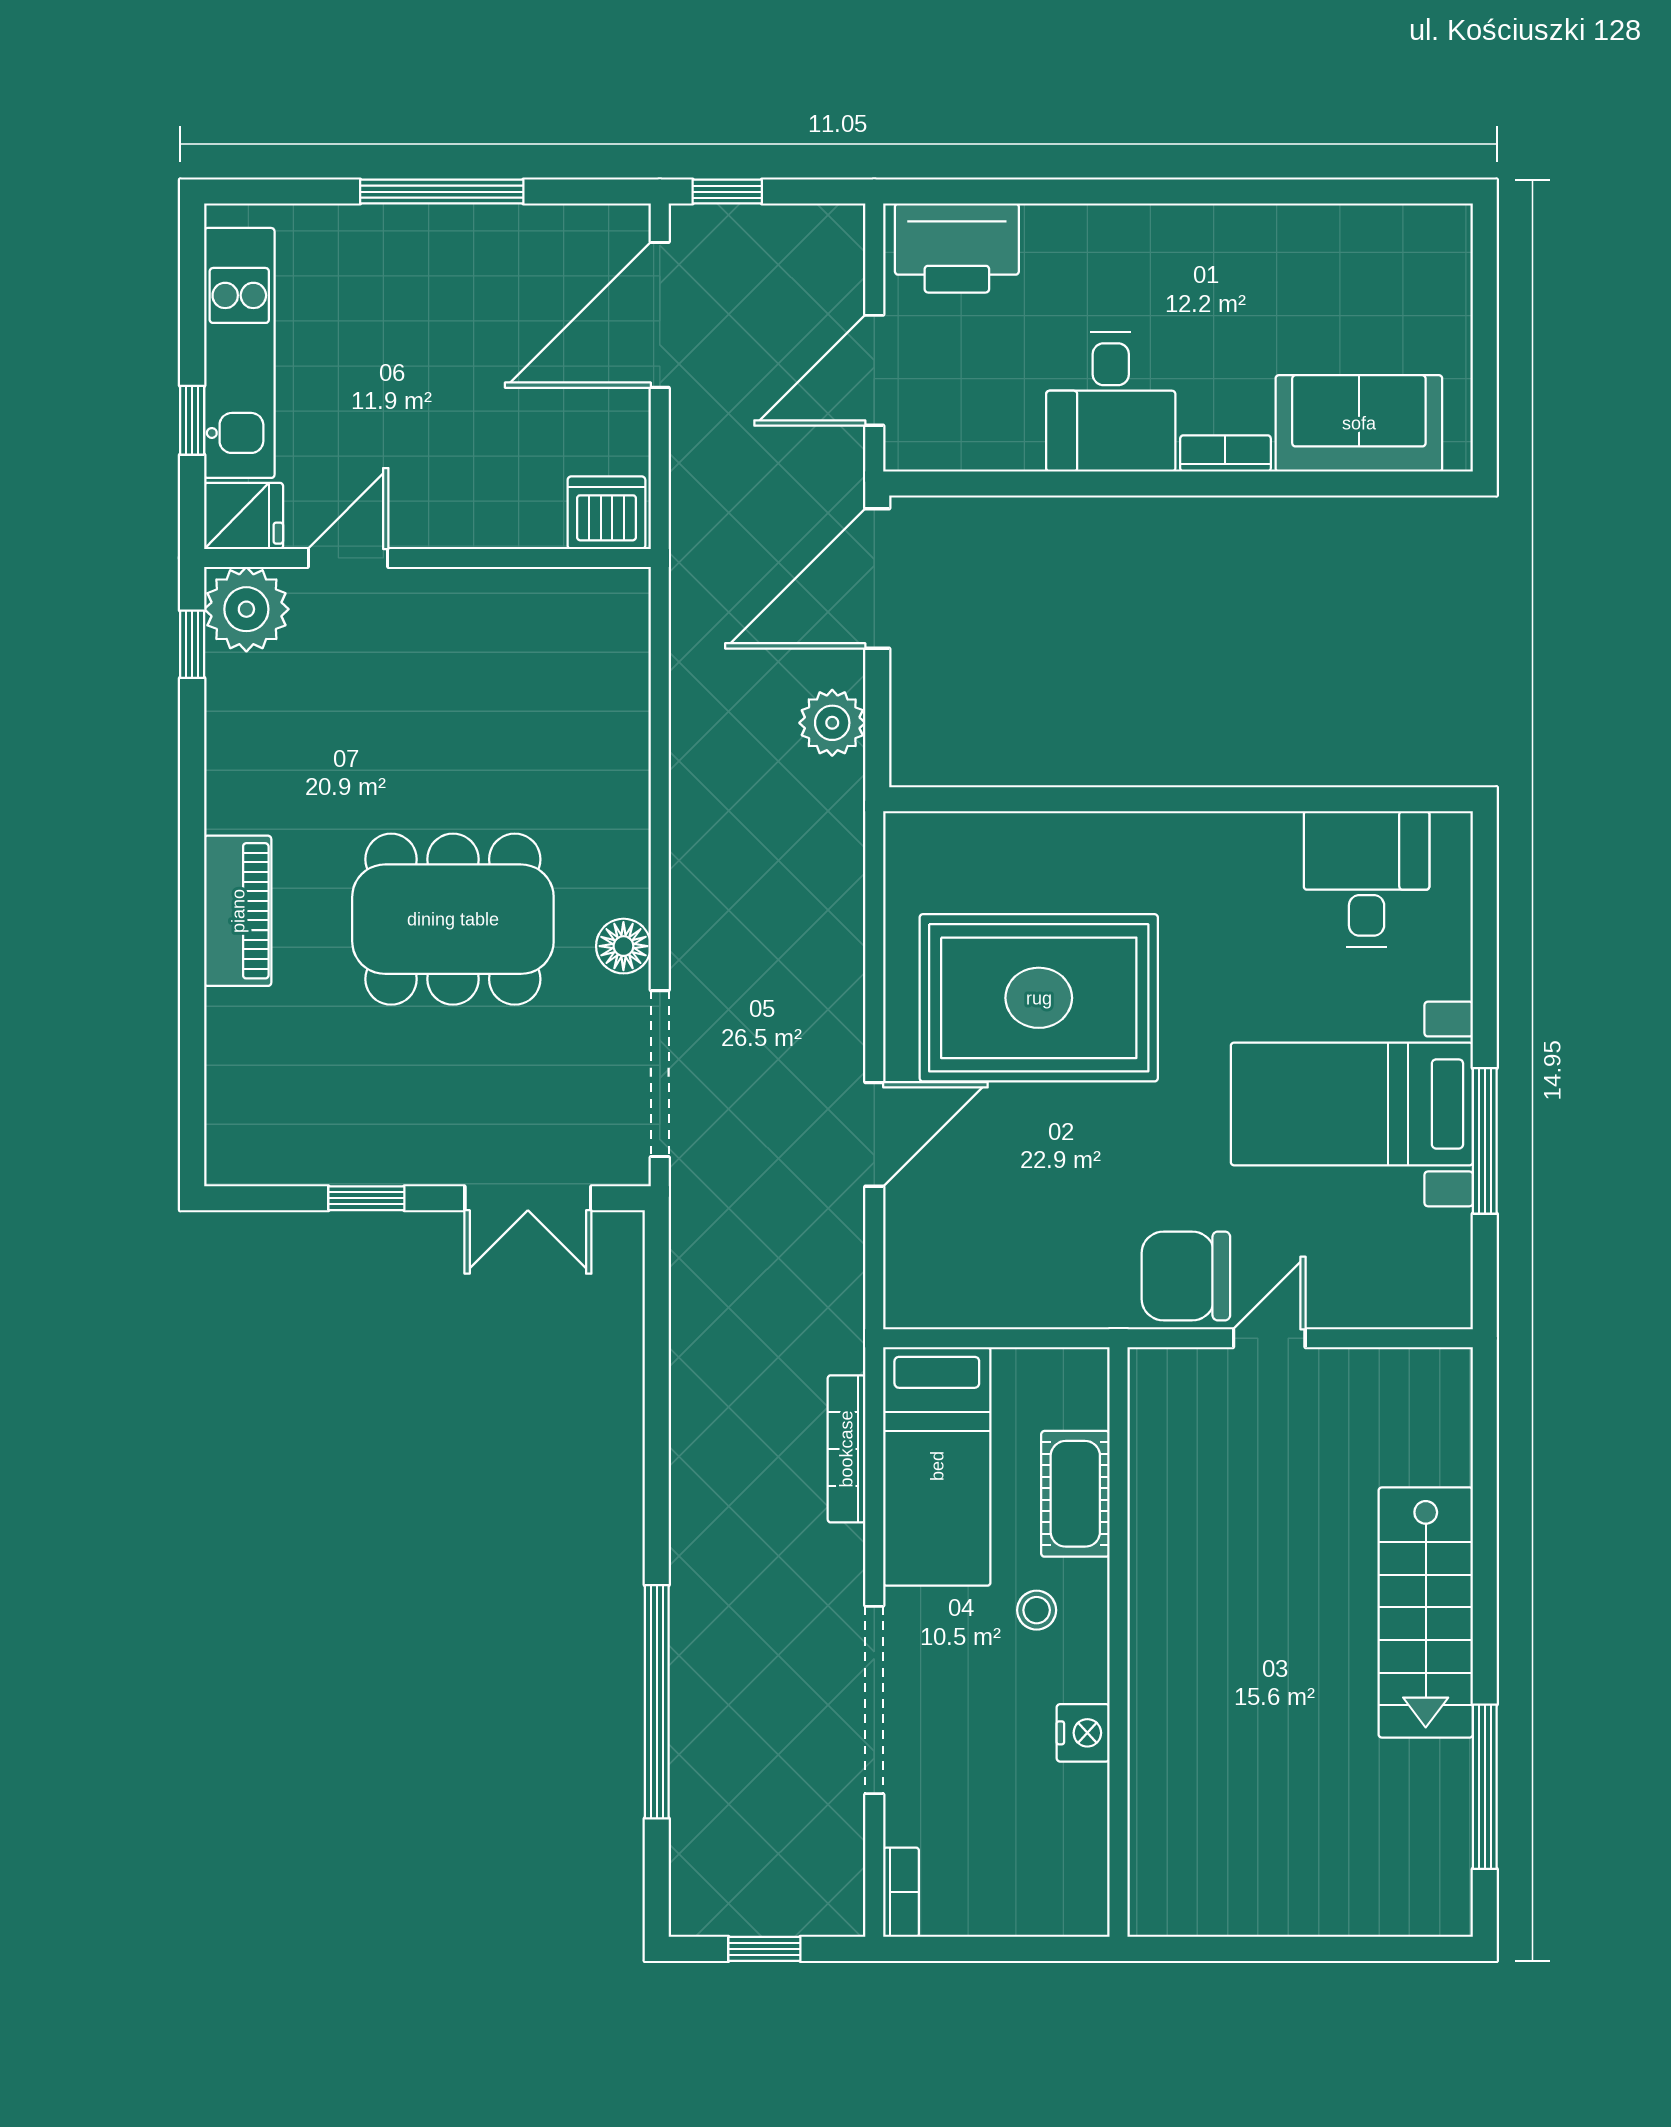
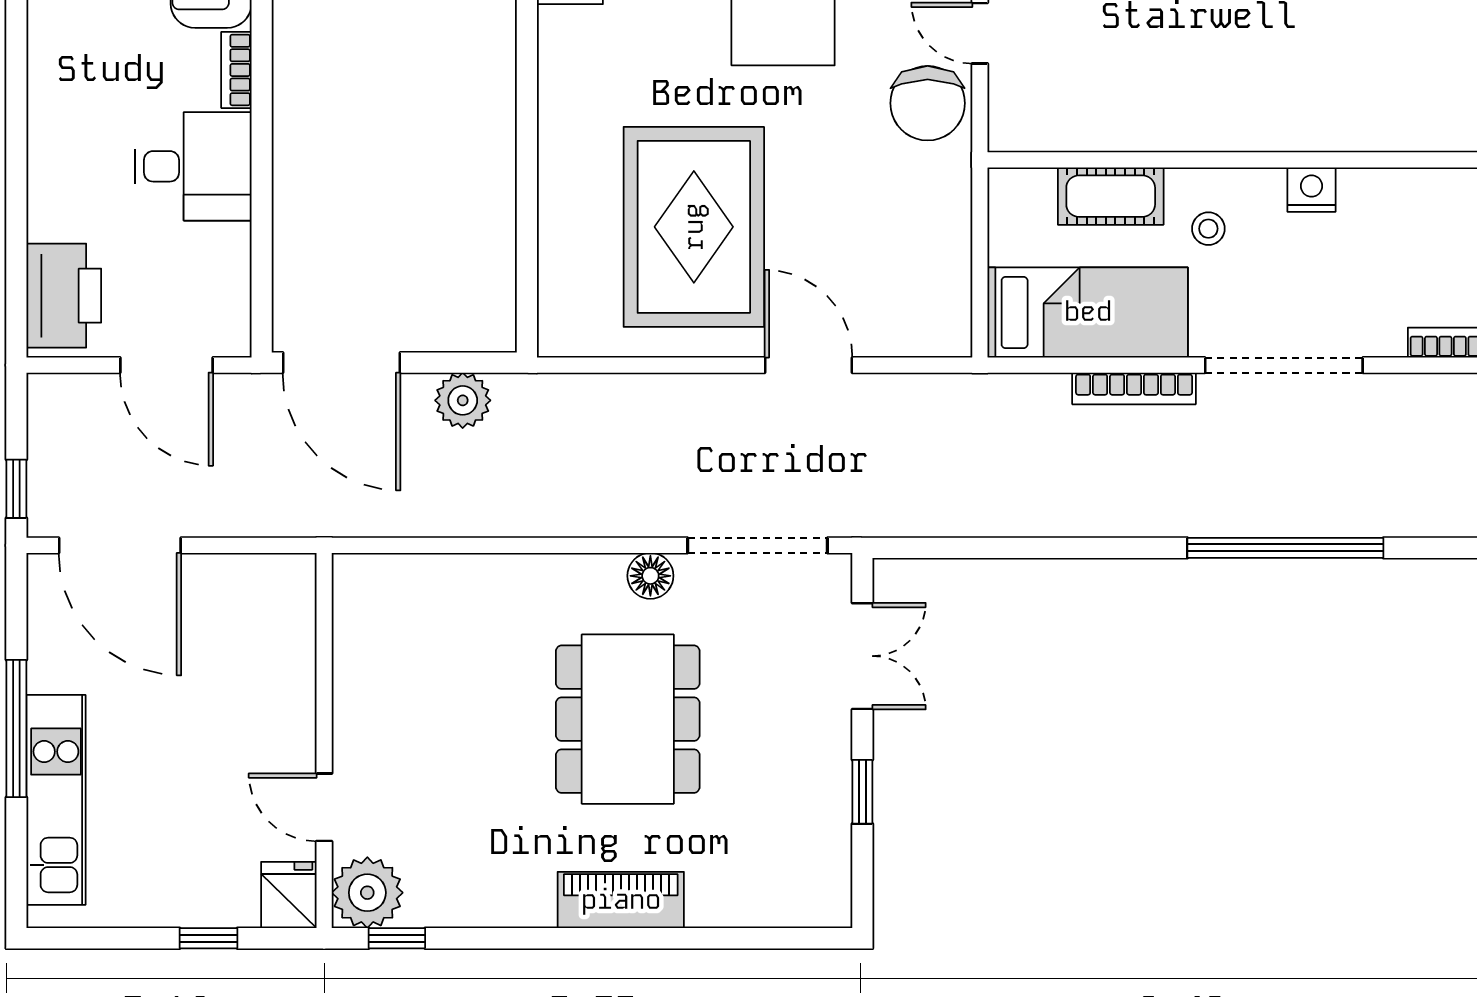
kitchen unit: (239, 353) -> (56, 800), moved, turned 90
dishwasher: (606, 513) -> (286, 590), removed
bookcase: (846, 1449) -> (1134, 388), moved

